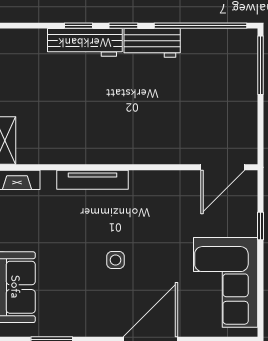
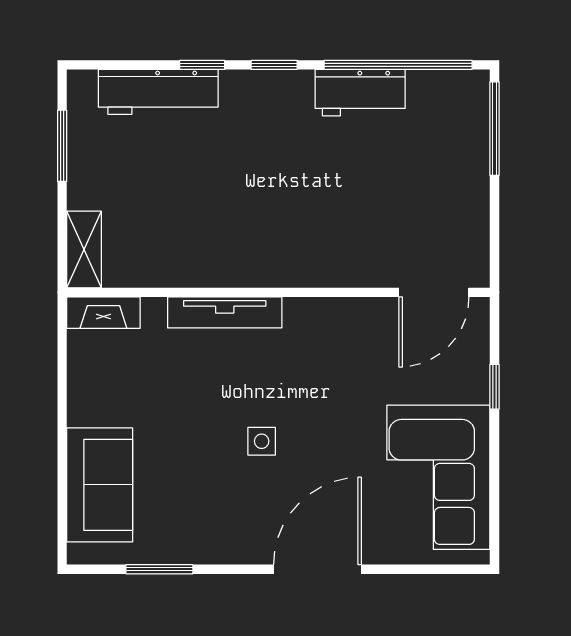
workbench: (85, 42) -> (158, 92), moved
workbench: (152, 43) -> (360, 93), moved

